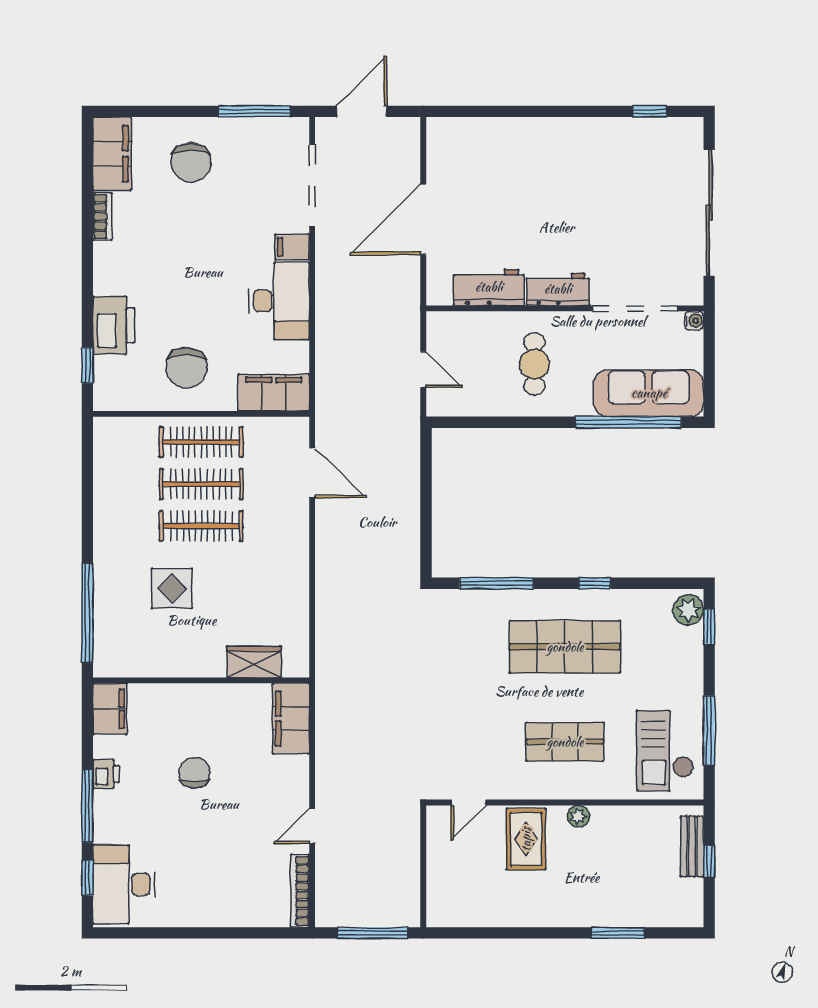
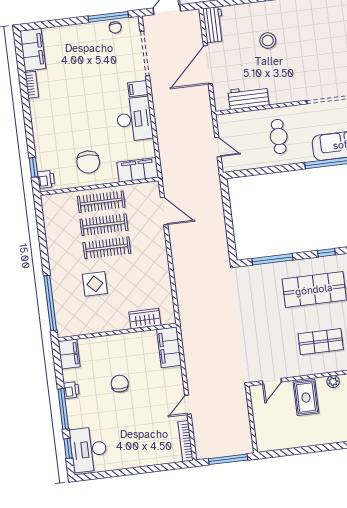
chair: (191, 162) -> (115, 27), moved, width x0.54, depth x0.54
stool: (536, 189) -> (268, 41), added
workbench: (558, 289) -> (214, 25), moved, turned 90
printer: (114, 325) -> (46, 179), moved, width x0.53, depth x0.68

